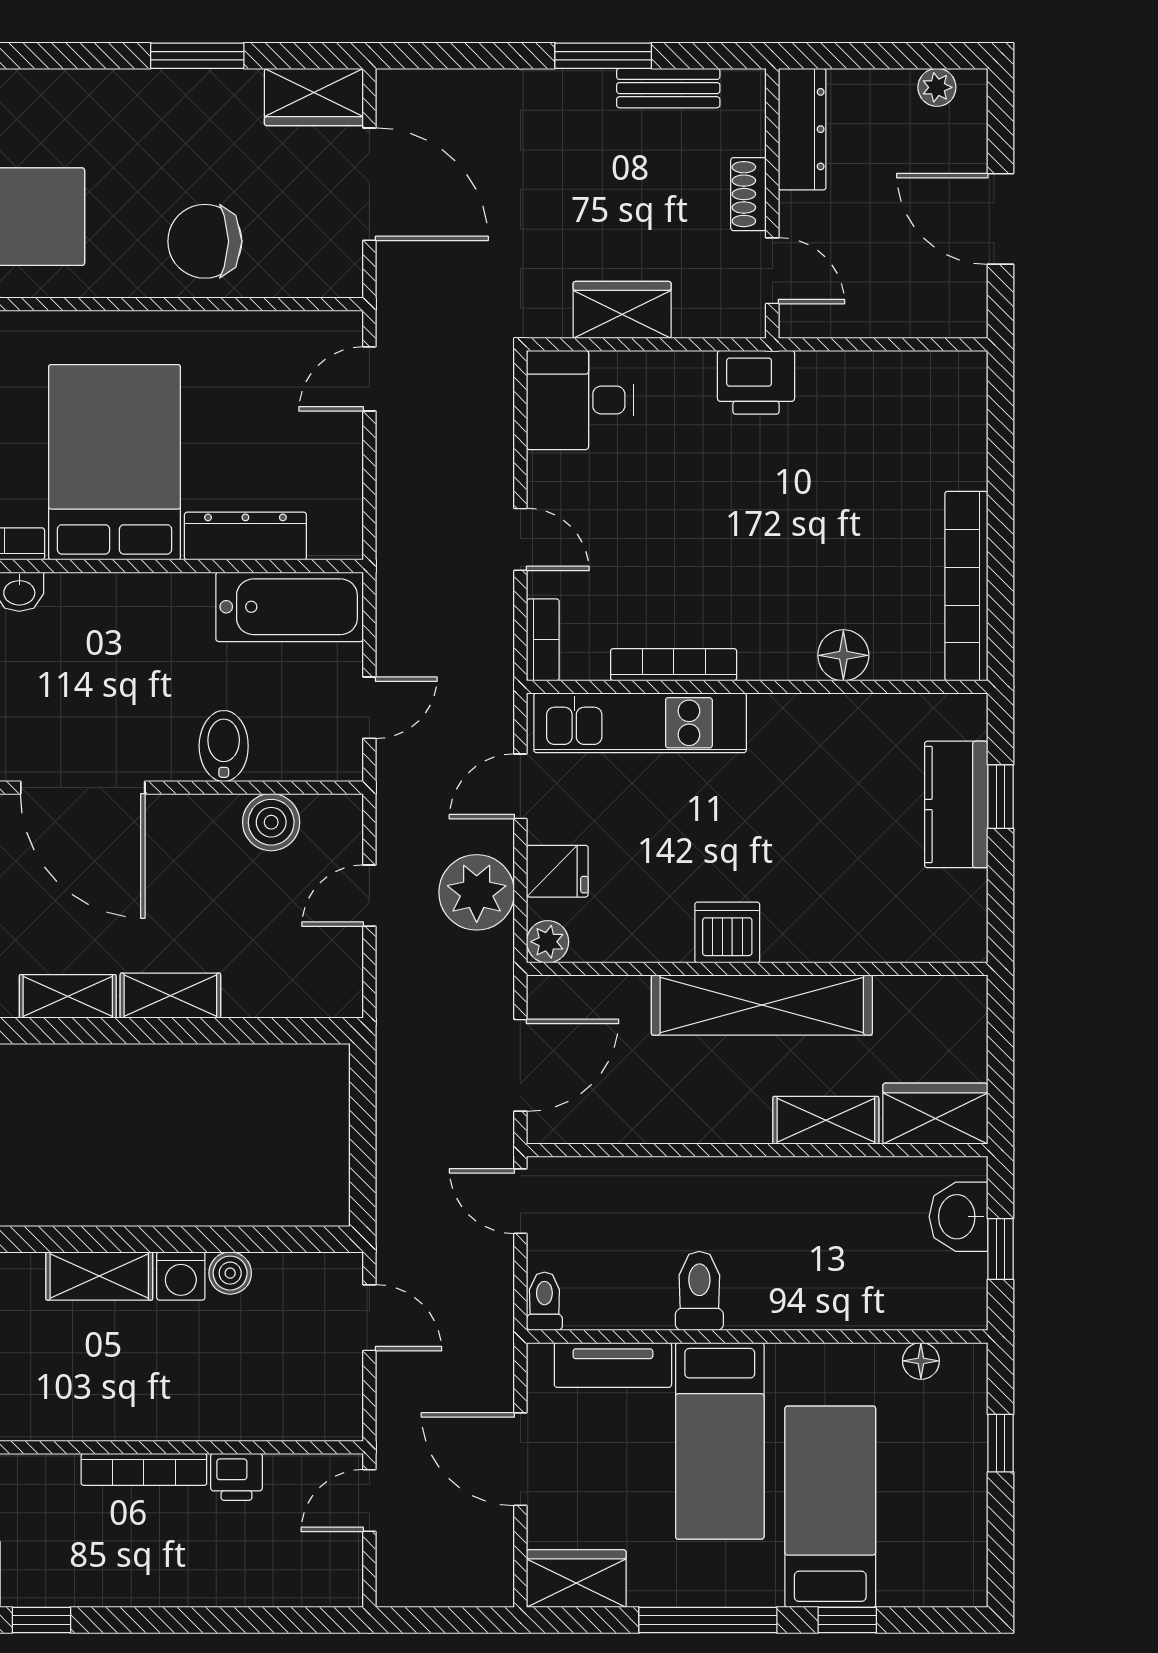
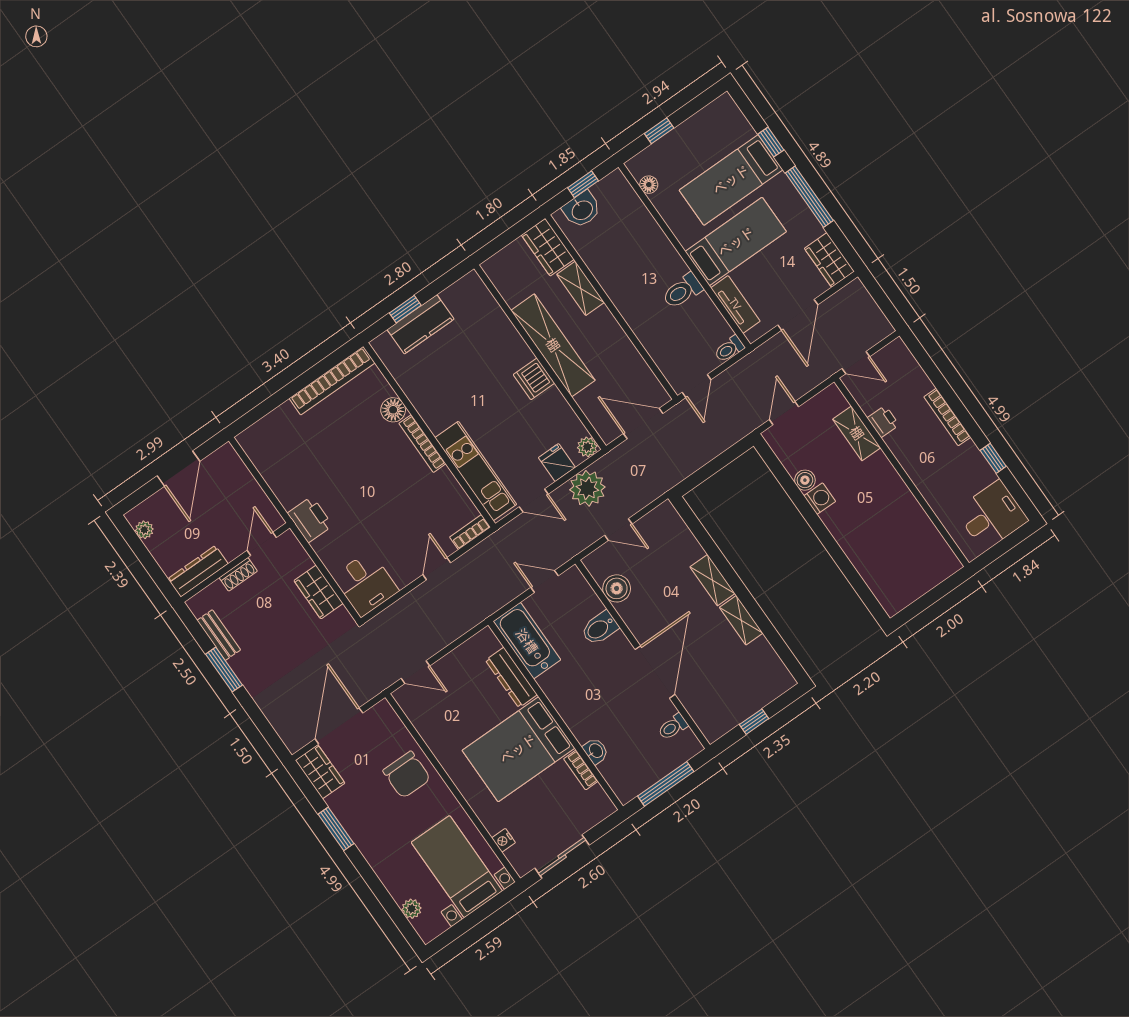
bookcase: (674, 665) -> (422, 444), moved
shelving: (99, 1276) -> (857, 433), moved
bookcase: (144, 1469) -> (947, 417), moved, turned 180

